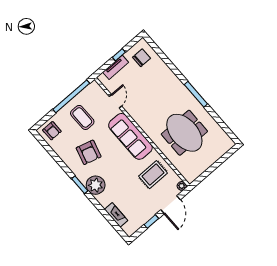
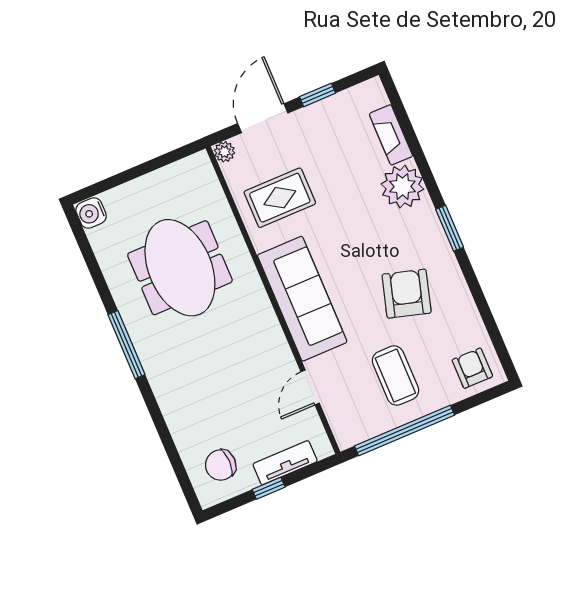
water cooler: (228, 143) -> (91, 213), added
plant: (96, 185) -> (402, 187), moved

